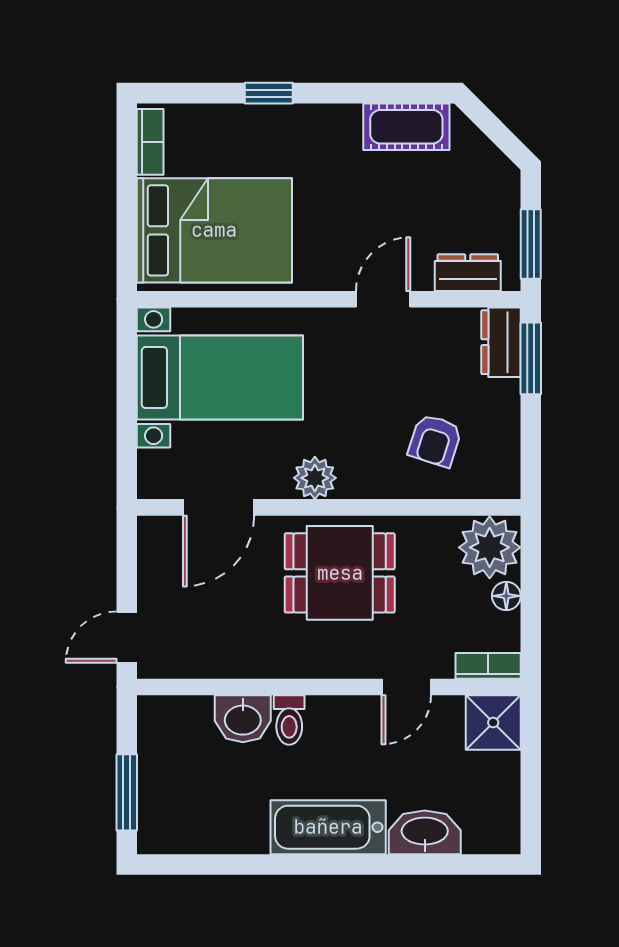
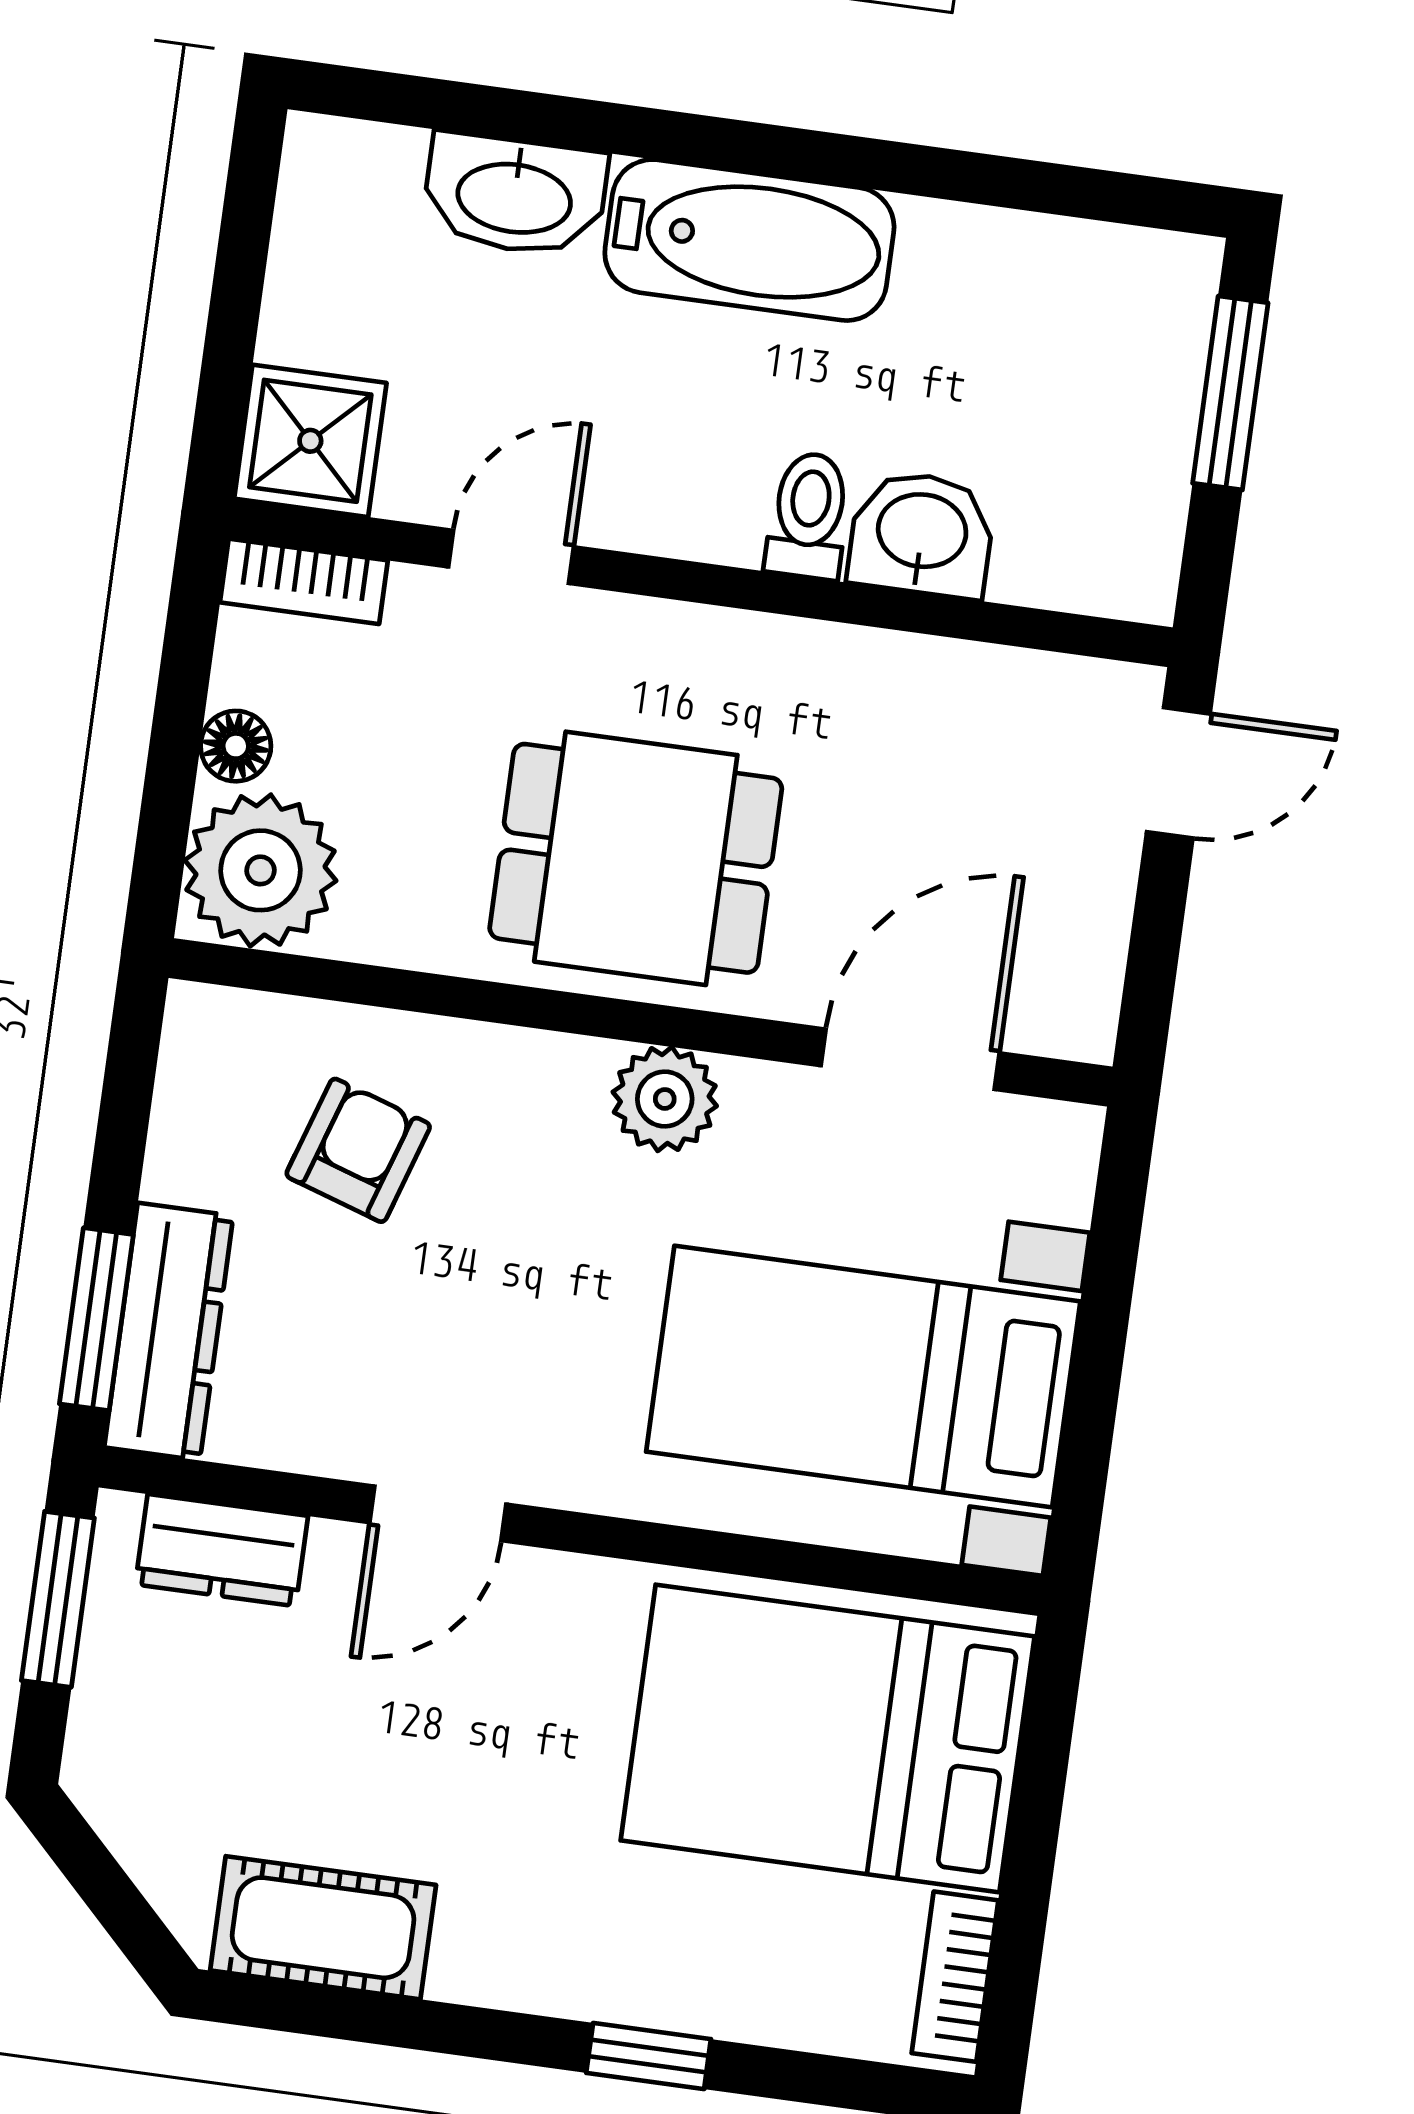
dresser: (501, 342) -> (169, 1332), width x1.44

